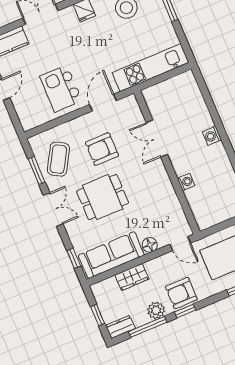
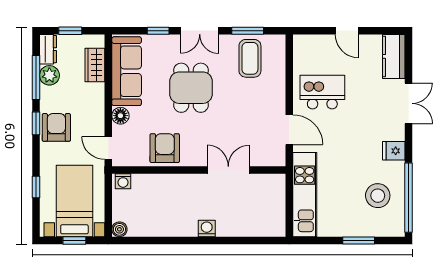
armchair: (102, 149) -> (165, 148), moved
coffee table: (58, 159) -> (250, 58), turned 60
washing machine: (186, 182) -> (123, 181), moved
door: (180, 244) -> (108, 148), hinge flipped
window: (74, 258) -> (158, 31), moved
wardrobe: (132, 277) -> (95, 65), moved
plant: (156, 310) -> (49, 75), moved

